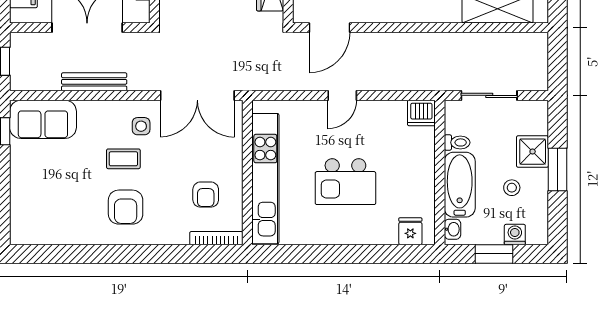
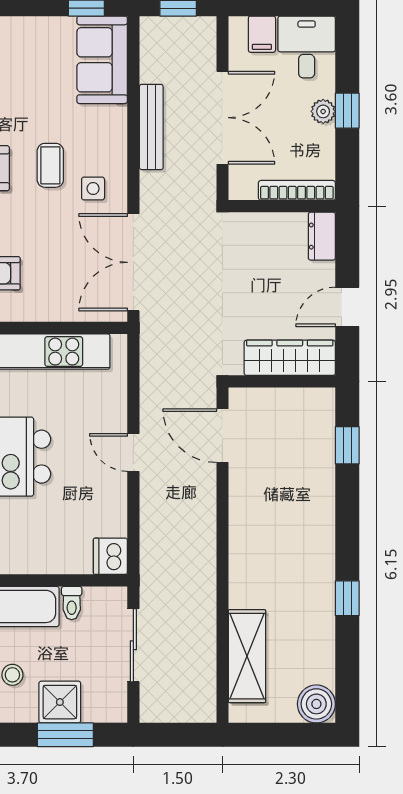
window: (558, 170) -> (65, 735), moved

